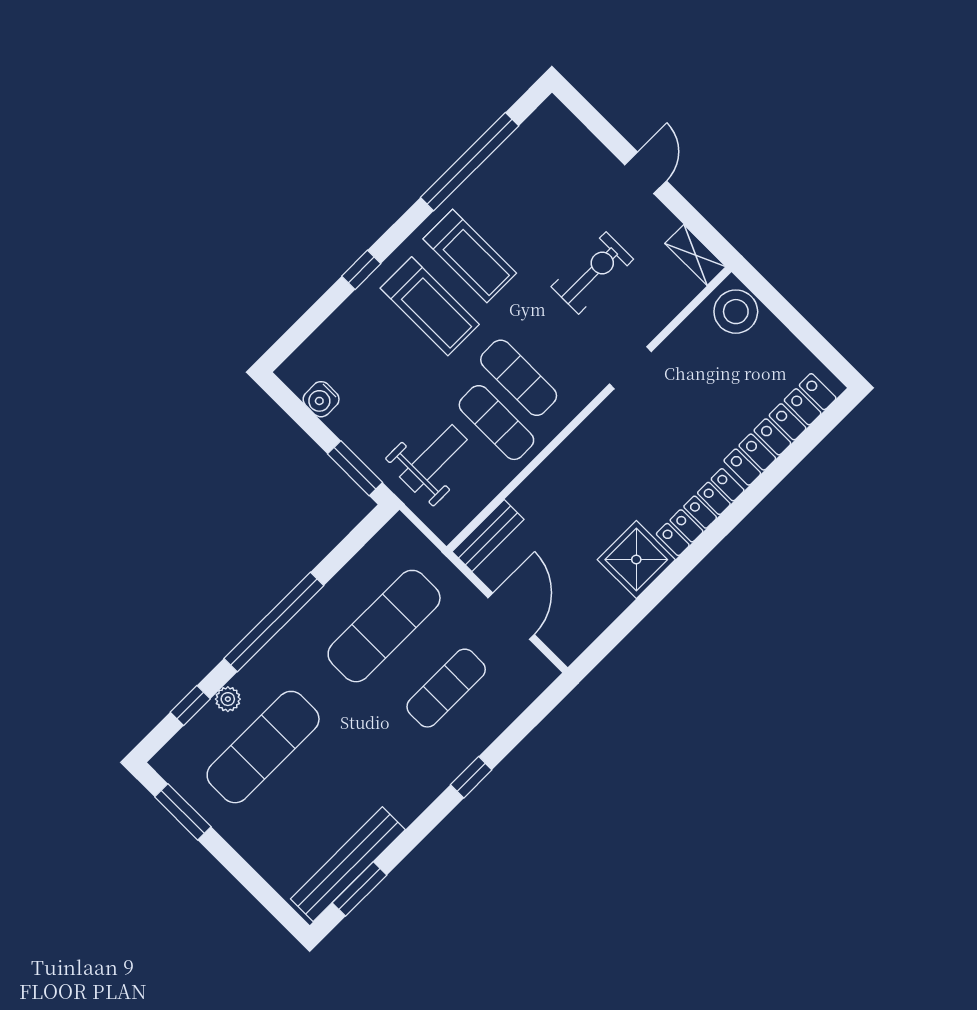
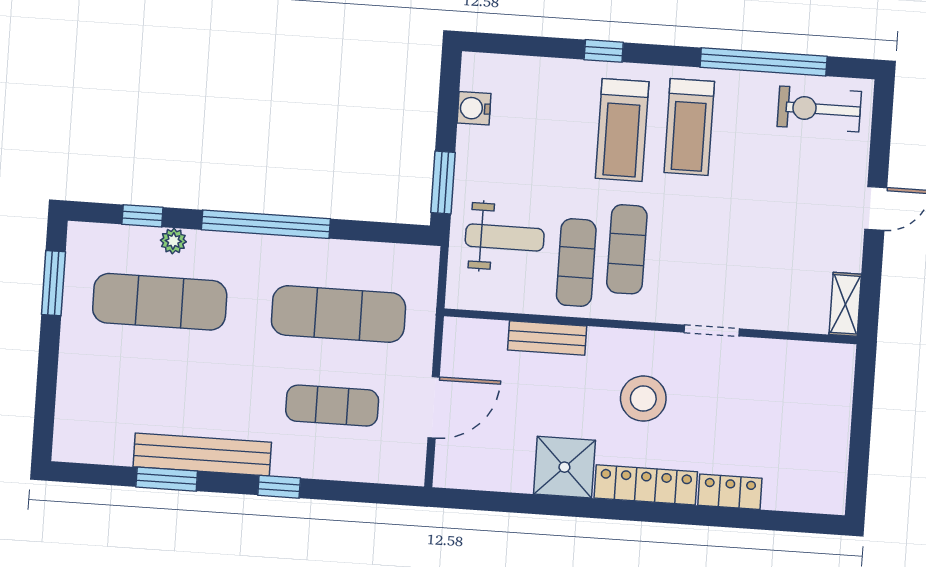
exercise bike: (592, 273) -> (819, 109), moved, turned 180
stool: (736, 312) -> (643, 399), moved
locker: (780, 429) -> (730, 492), width x0.46, depth x0.83
bench: (488, 535) -> (547, 338), moved
bench: (348, 864) -> (202, 454), moved
window: (359, 889) -> (167, 479), moved

